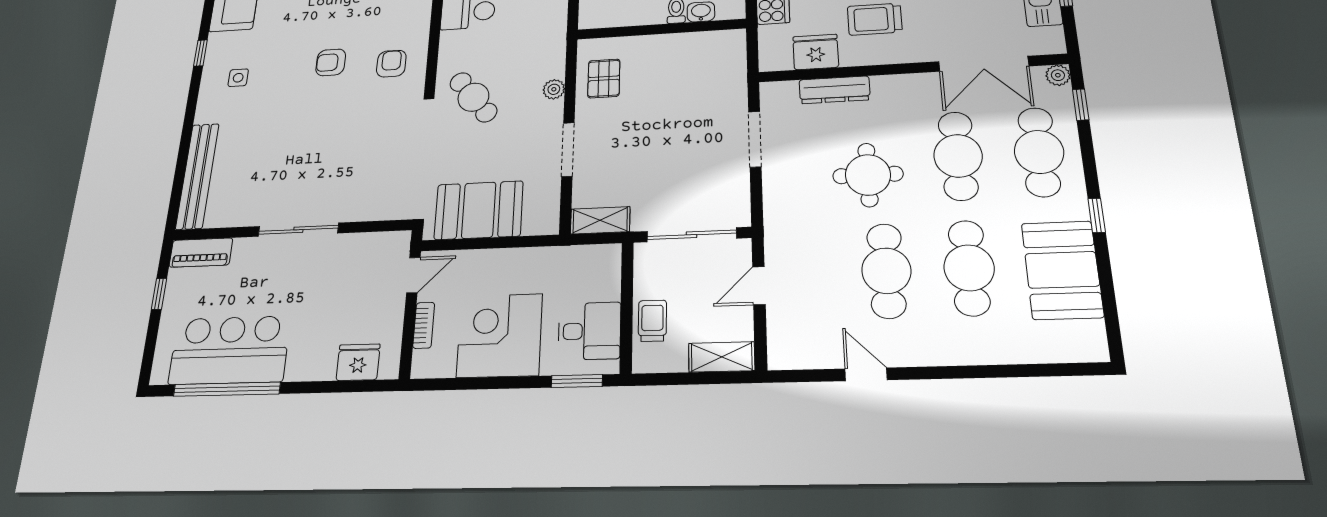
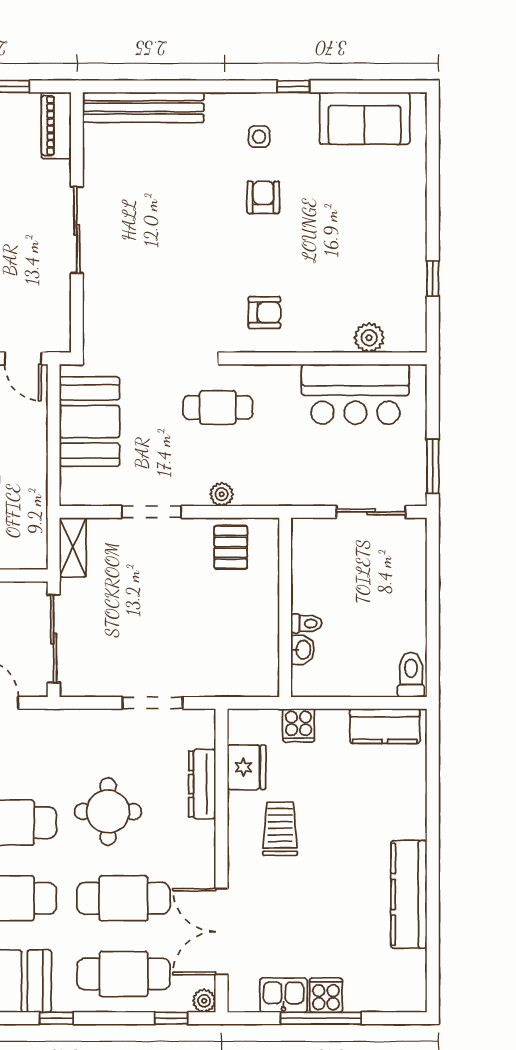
armchair: (331, 62) -> (263, 197), moved
pallet: (604, 78) -> (231, 547), turned 90
cafe table: (473, 97) -> (218, 407), turned 39

